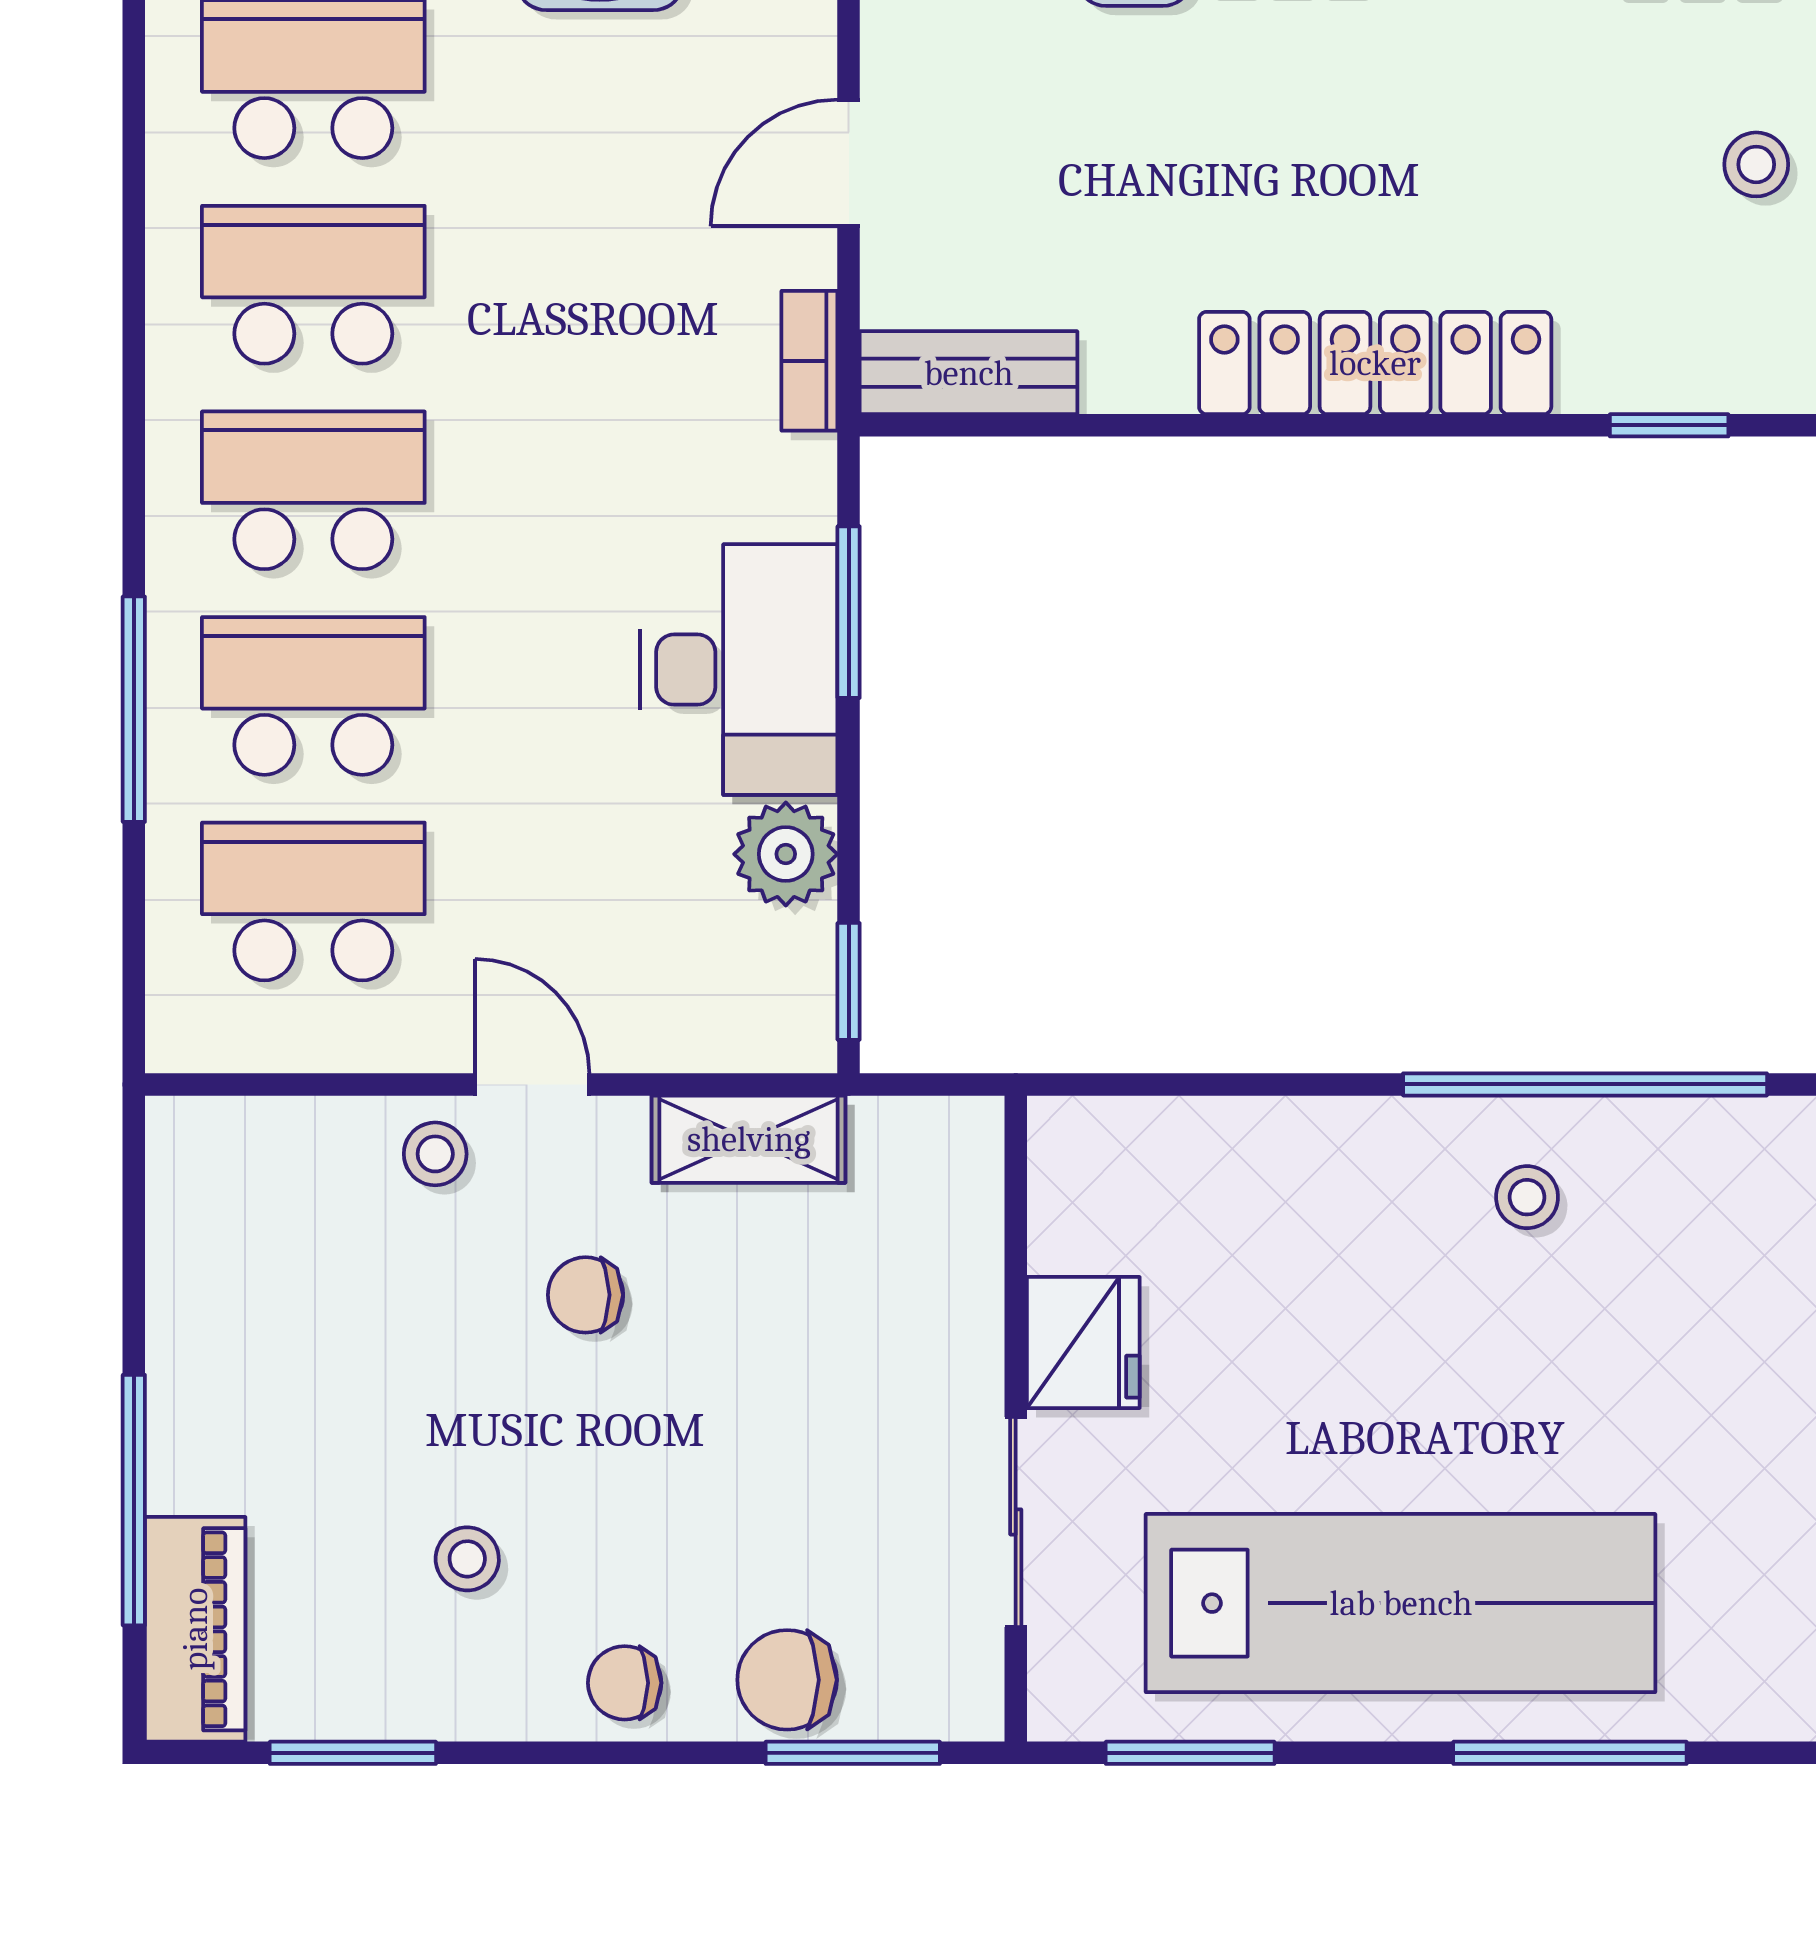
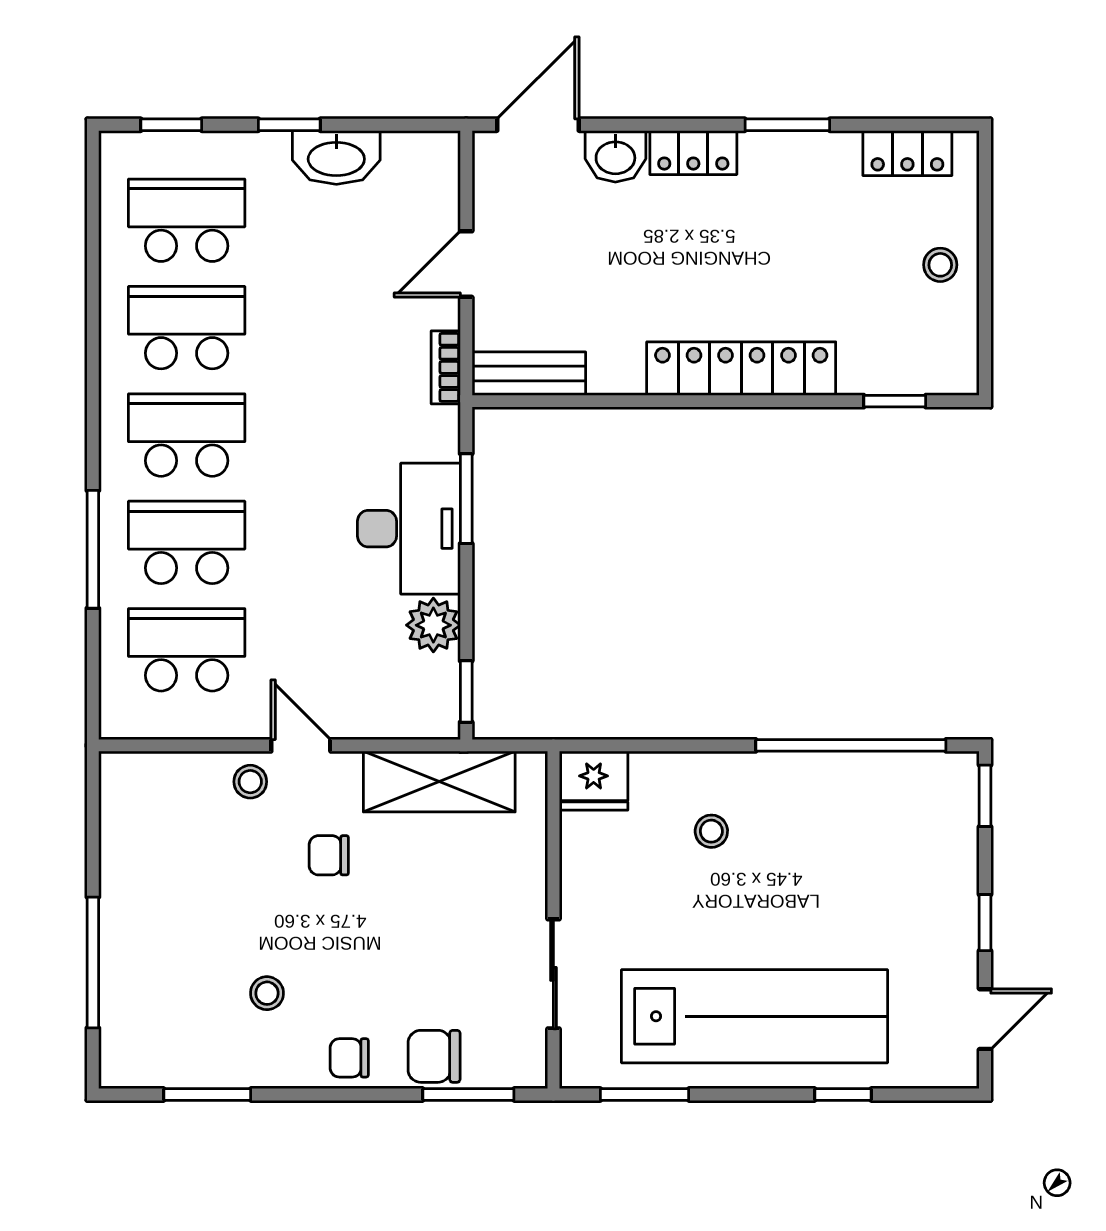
shelving: (749, 1139) -> (439, 782), width x1.50, depth x1.33
stool: (1527, 1197) -> (711, 831), moved
fridge: (1083, 1343) -> (594, 781), moved, turned 90
piano: (195, 1629) -> (125, 1030), removed
window: (1570, 1753) -> (843, 1094), width x0.46

